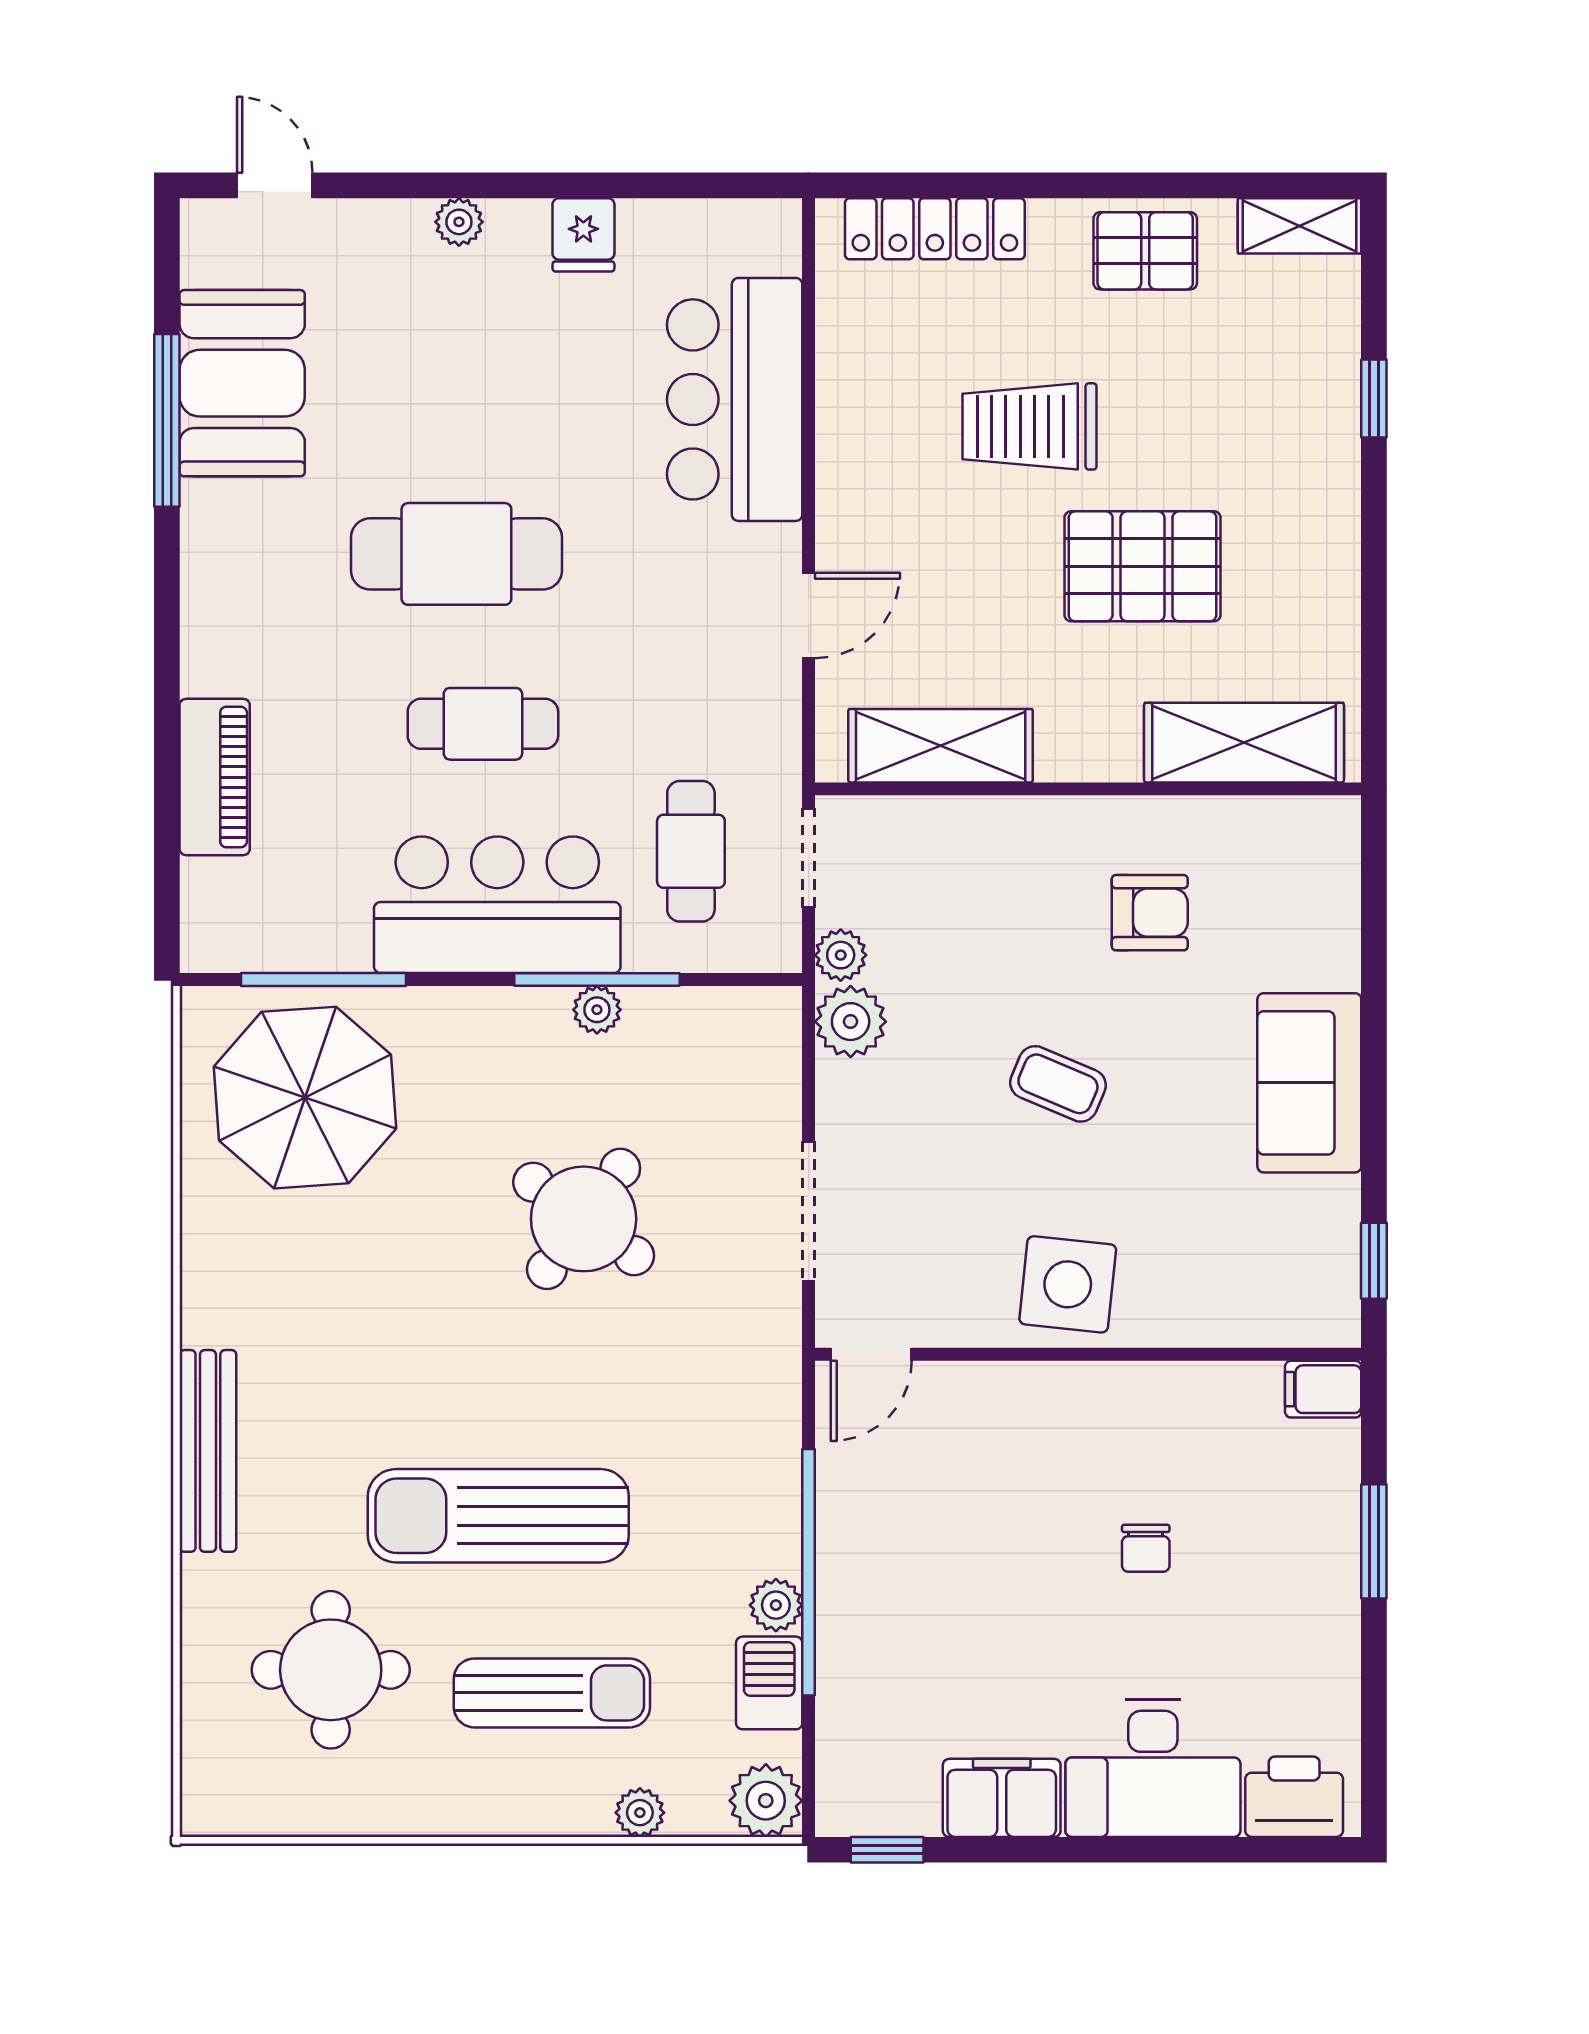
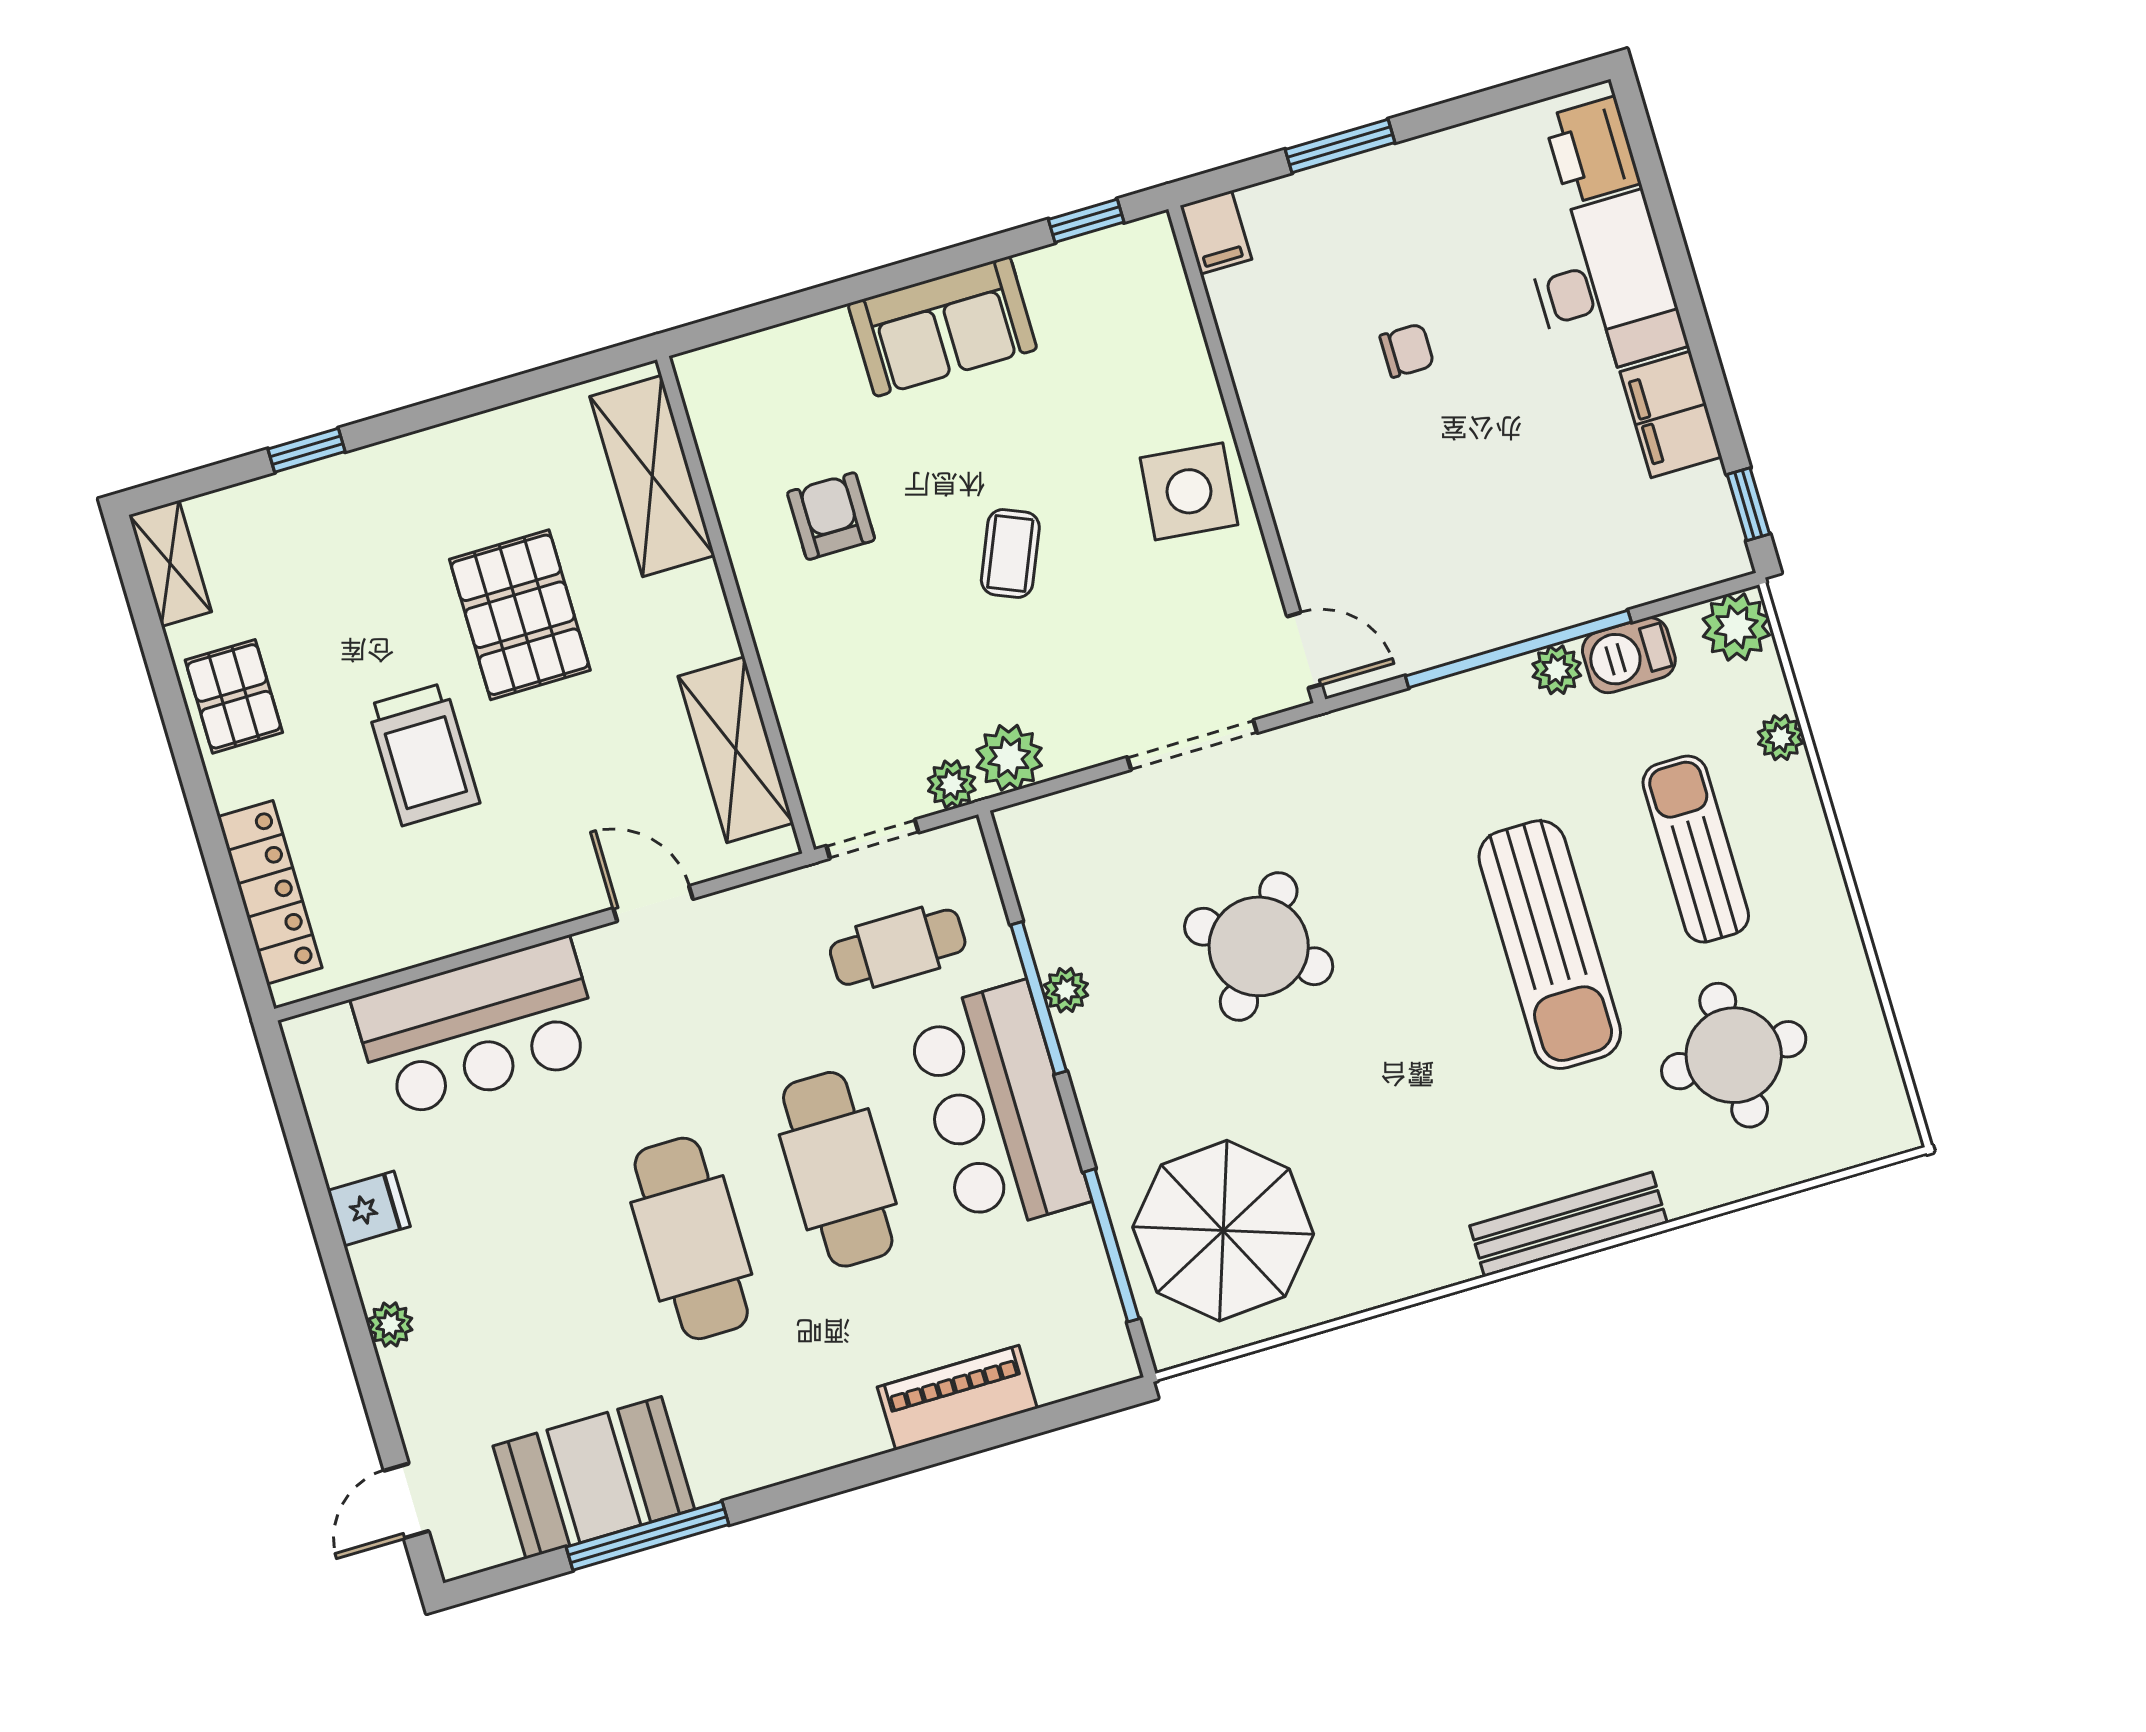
cafe table: (483, 724) -> (838, 1169), width x1.37, depth x1.35

